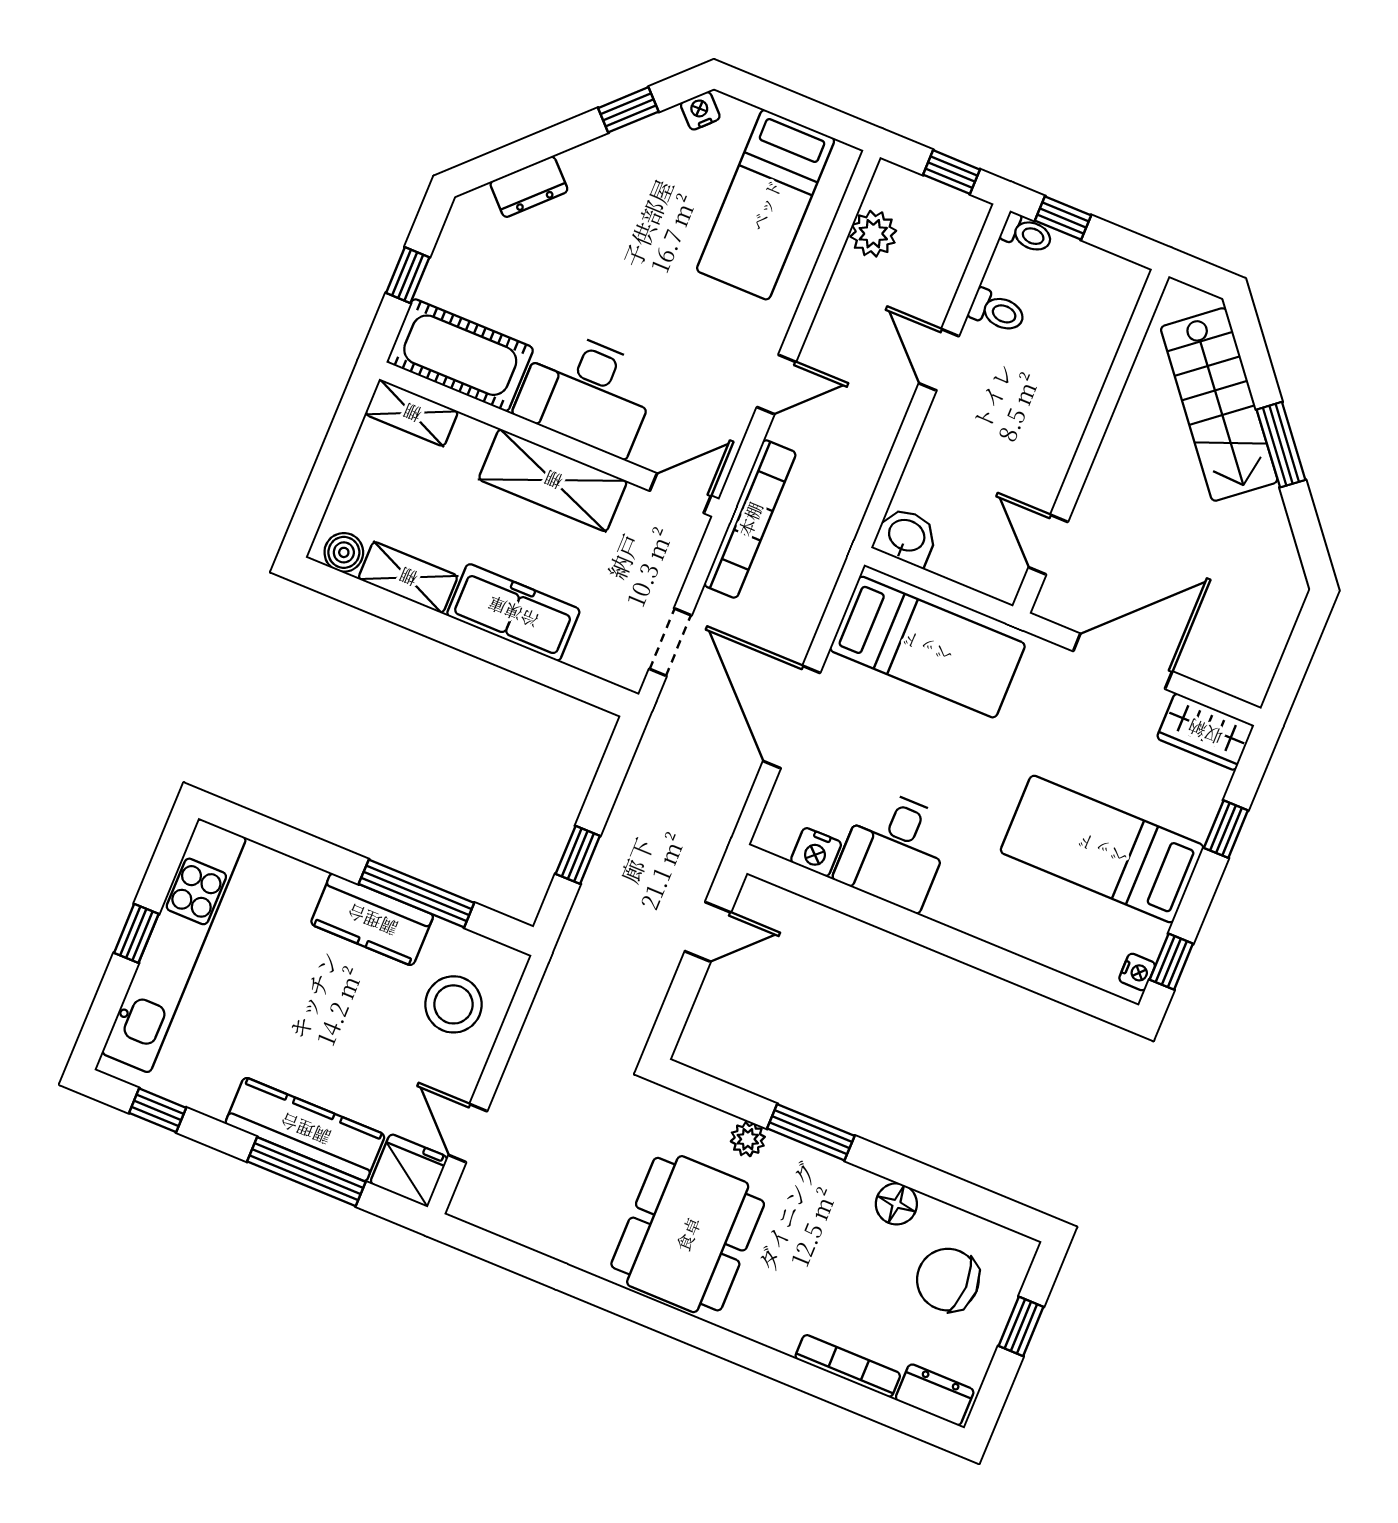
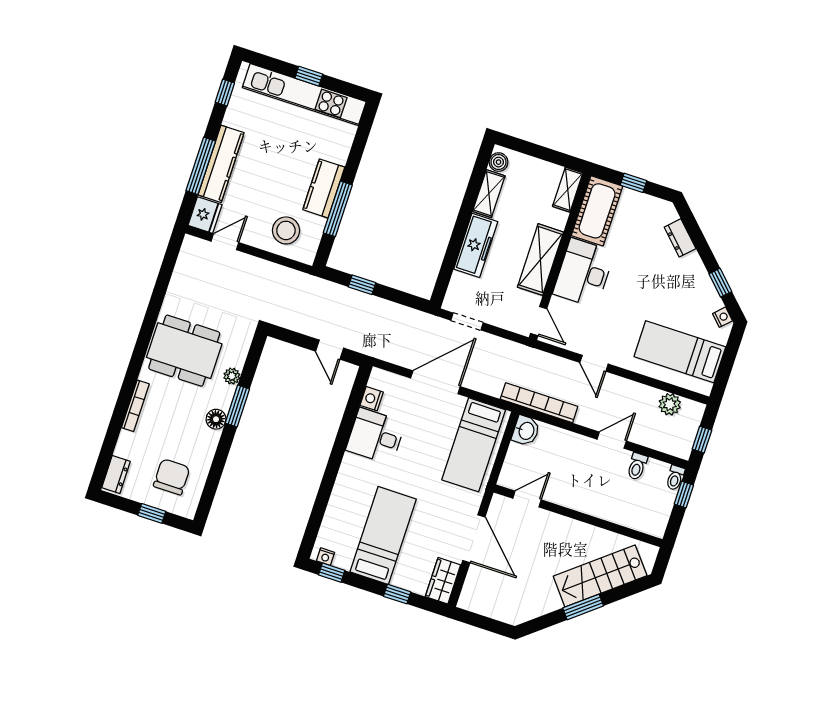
bookcase: (750, 519) -> (539, 403), moved, turned 180
floor lamp: (896, 1204) -> (216, 419), moved
bookcase: (848, 1366) -> (135, 406), moved

